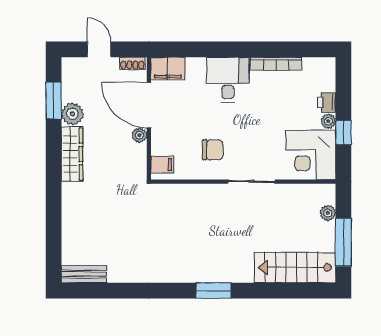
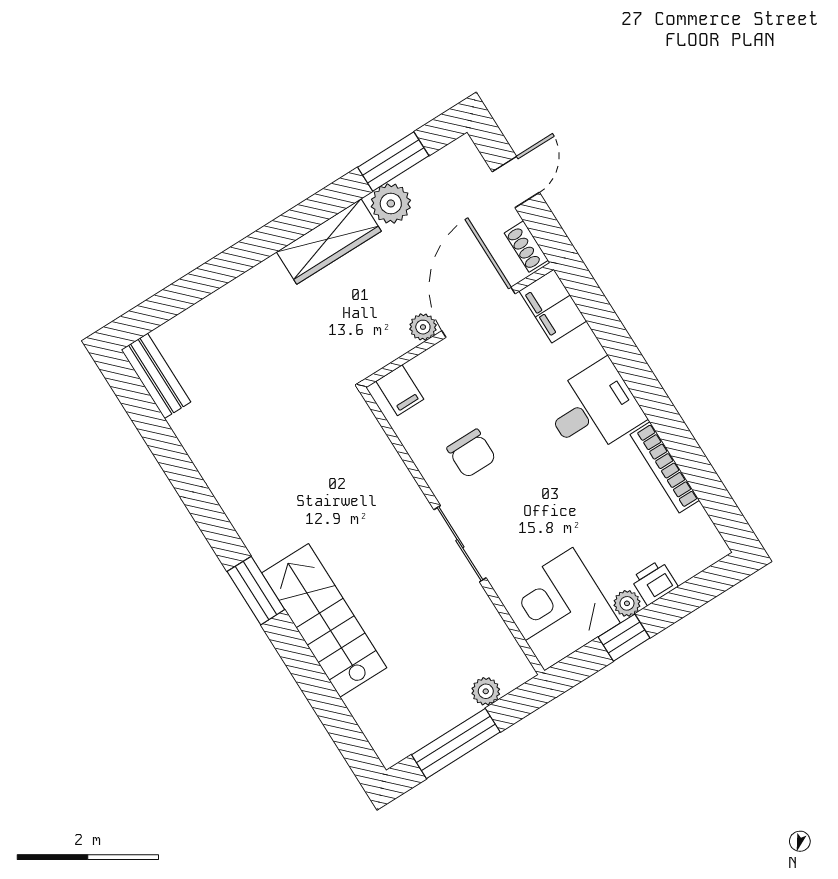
stairs: (295, 267) -> (324, 620), moved

